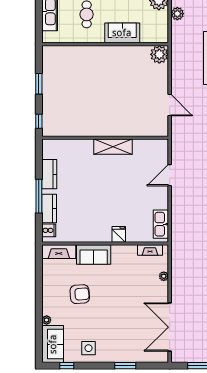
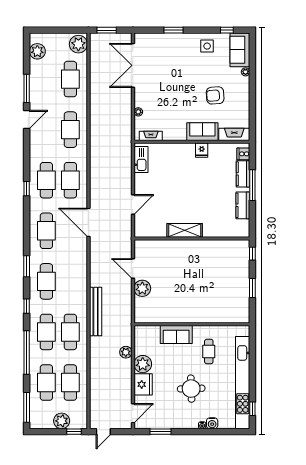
plant: (159, 54) -> (142, 288), moved
fridge: (119, 234) -> (202, 150), moved
double door: (170, 327) -> (133, 65), swing flipped

